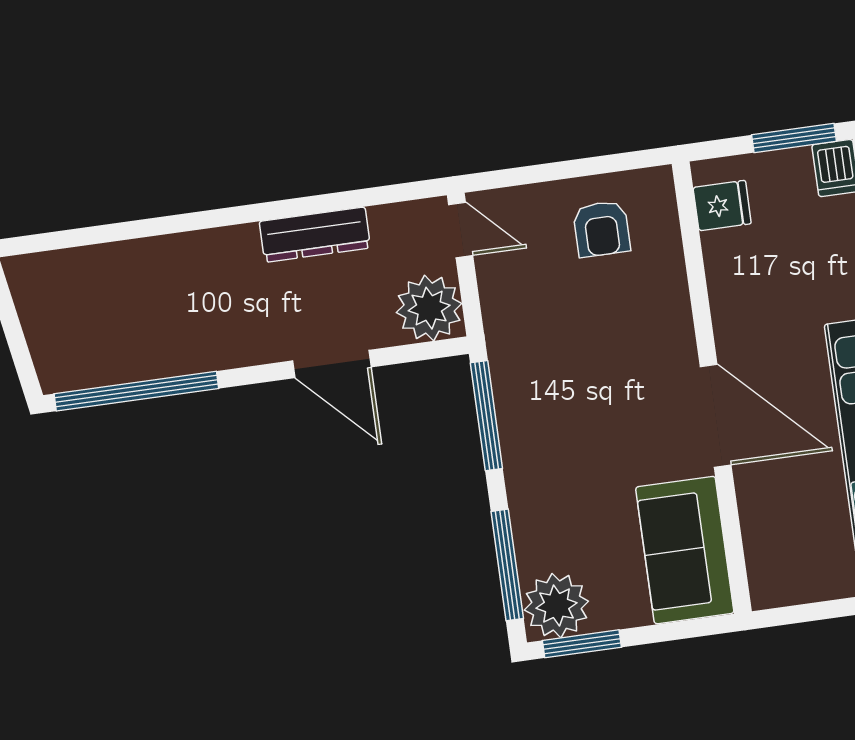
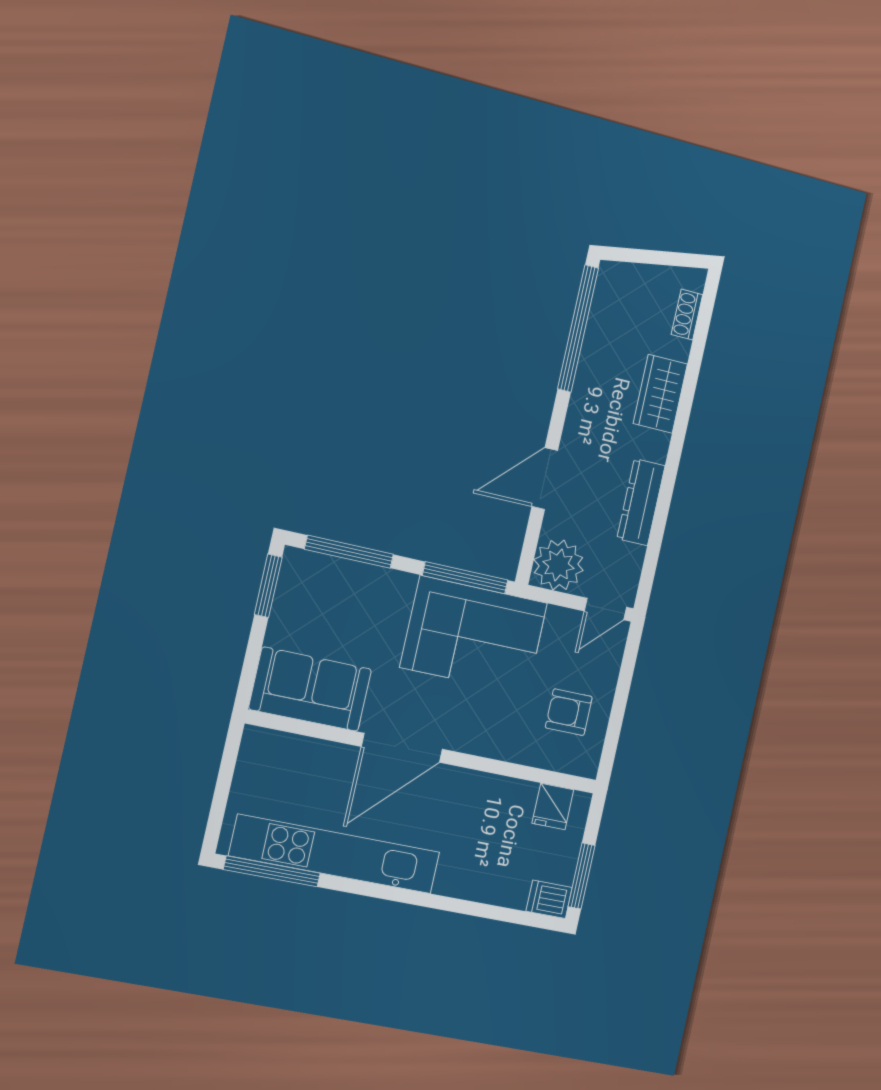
wardrobe: (174, 260) -> (660, 394), added
shoe rack: (65, 263) -> (687, 315), added
corner sofa: (551, 380) -> (474, 635), added
plant: (556, 606) -> (305, 577), removed

